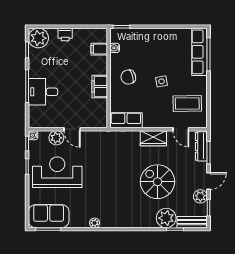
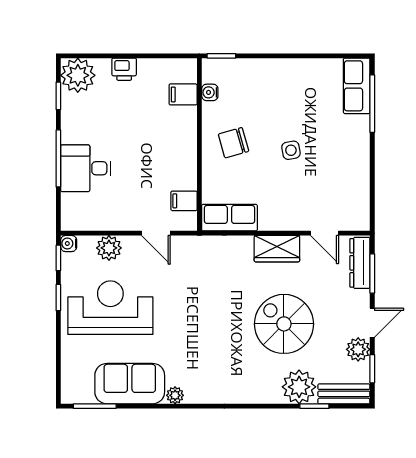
row of seats: (199, 52) -> (357, 86), width x0.68
filing cabinet: (100, 87) -> (184, 201), moved, width x0.50
coffee table: (187, 103) -> (335, 189), removed
door: (72, 129) -> (156, 233), moved
sofa: (49, 216) -> (130, 384), moved

